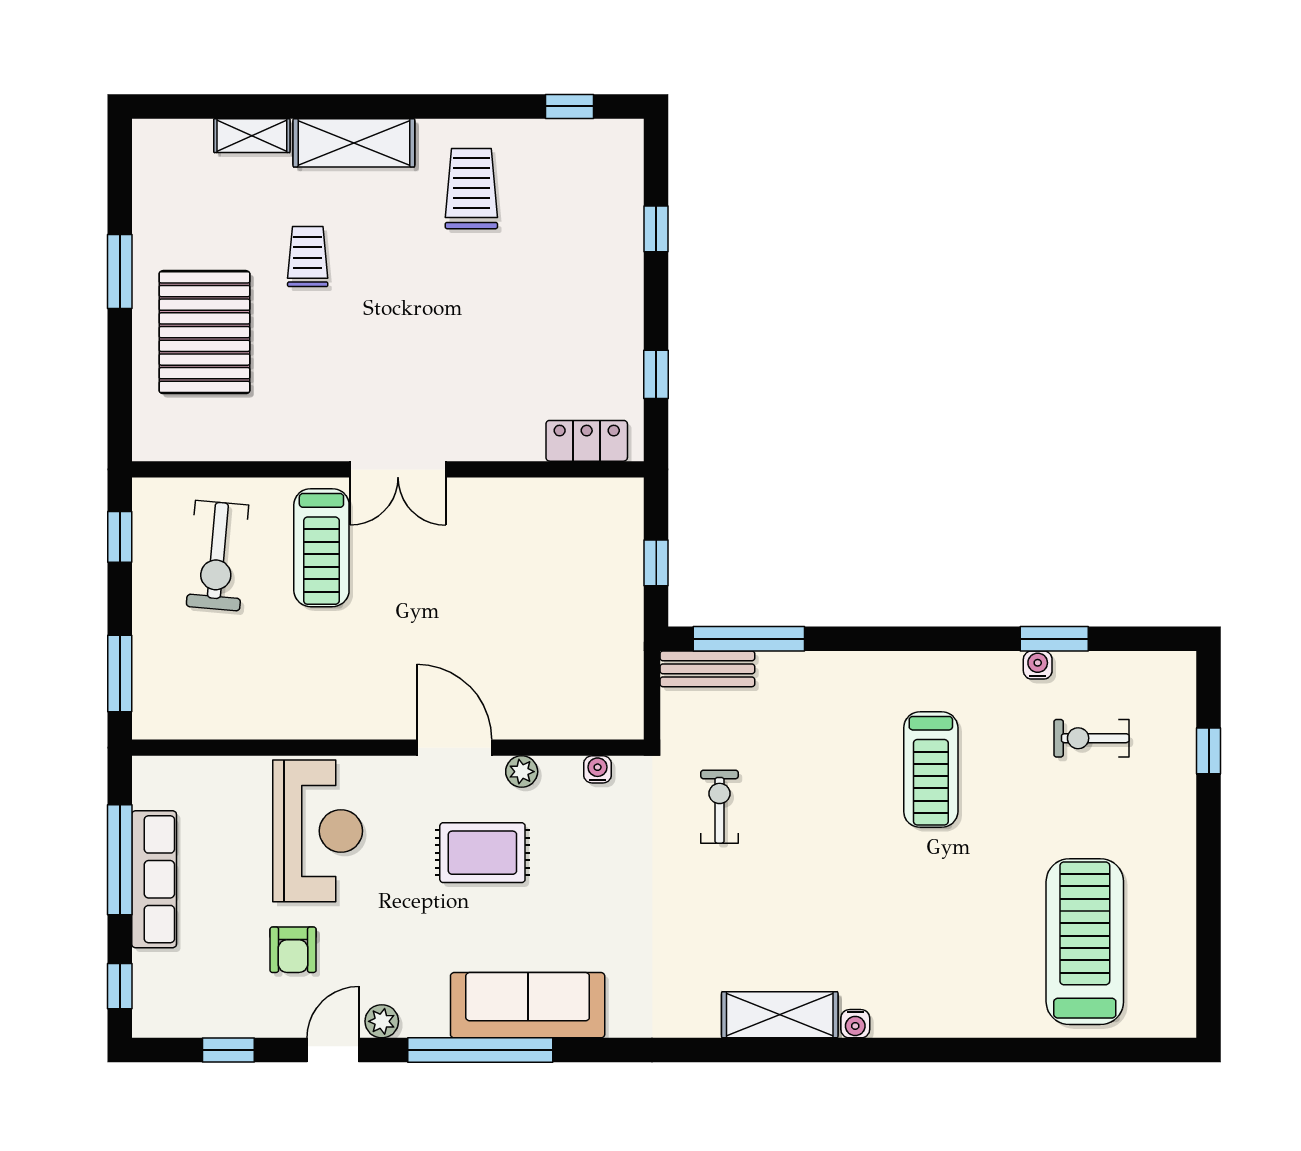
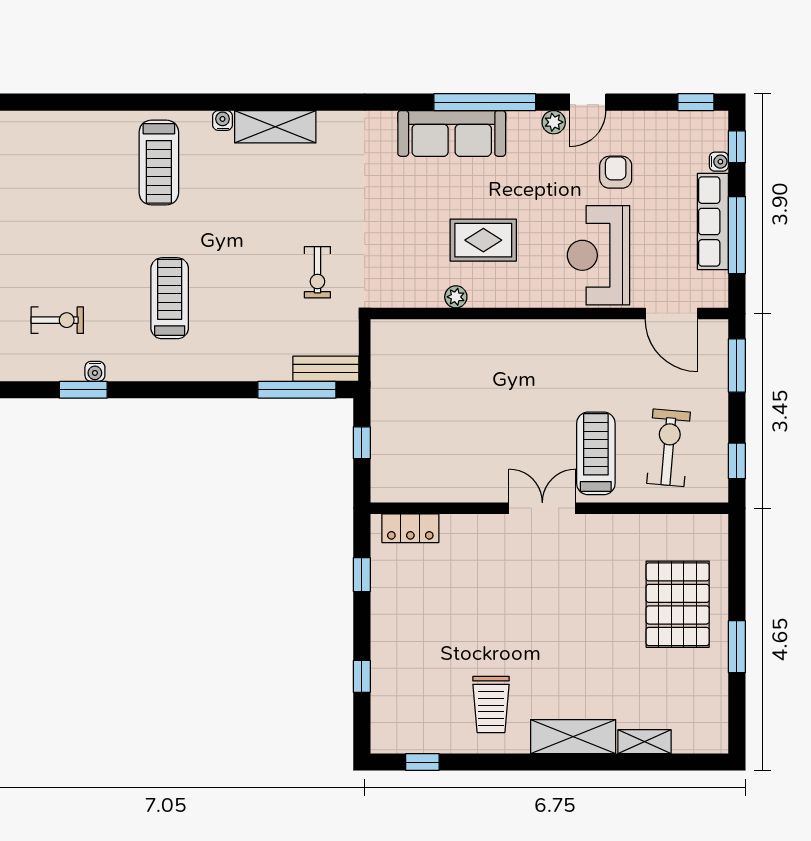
trolley: (308, 257) -> (605, 657), removed
door: (454, 748) -> (671, 314), moved
water cooler: (598, 769) -> (719, 162), moved, turned -90
treadmill: (1085, 942) -> (159, 162), moved, width x0.73, depth x0.73
window: (228, 1050) -> (696, 102), moved

